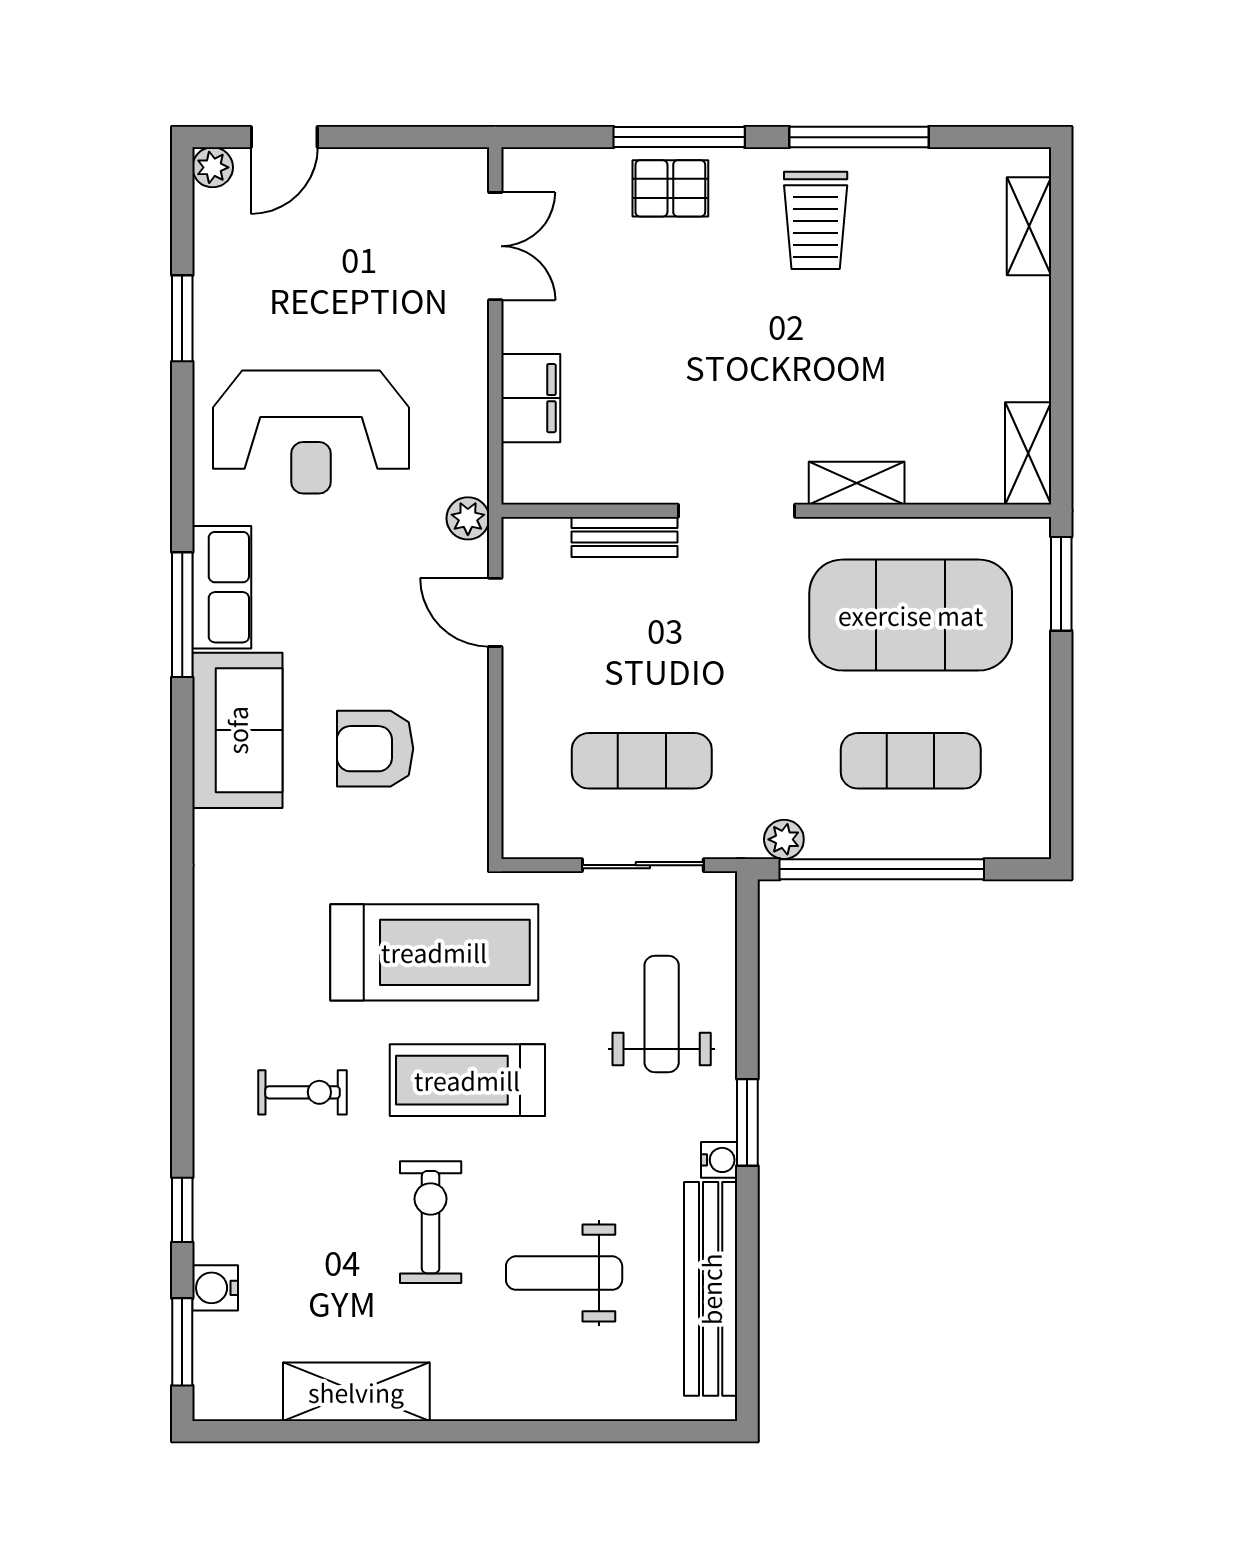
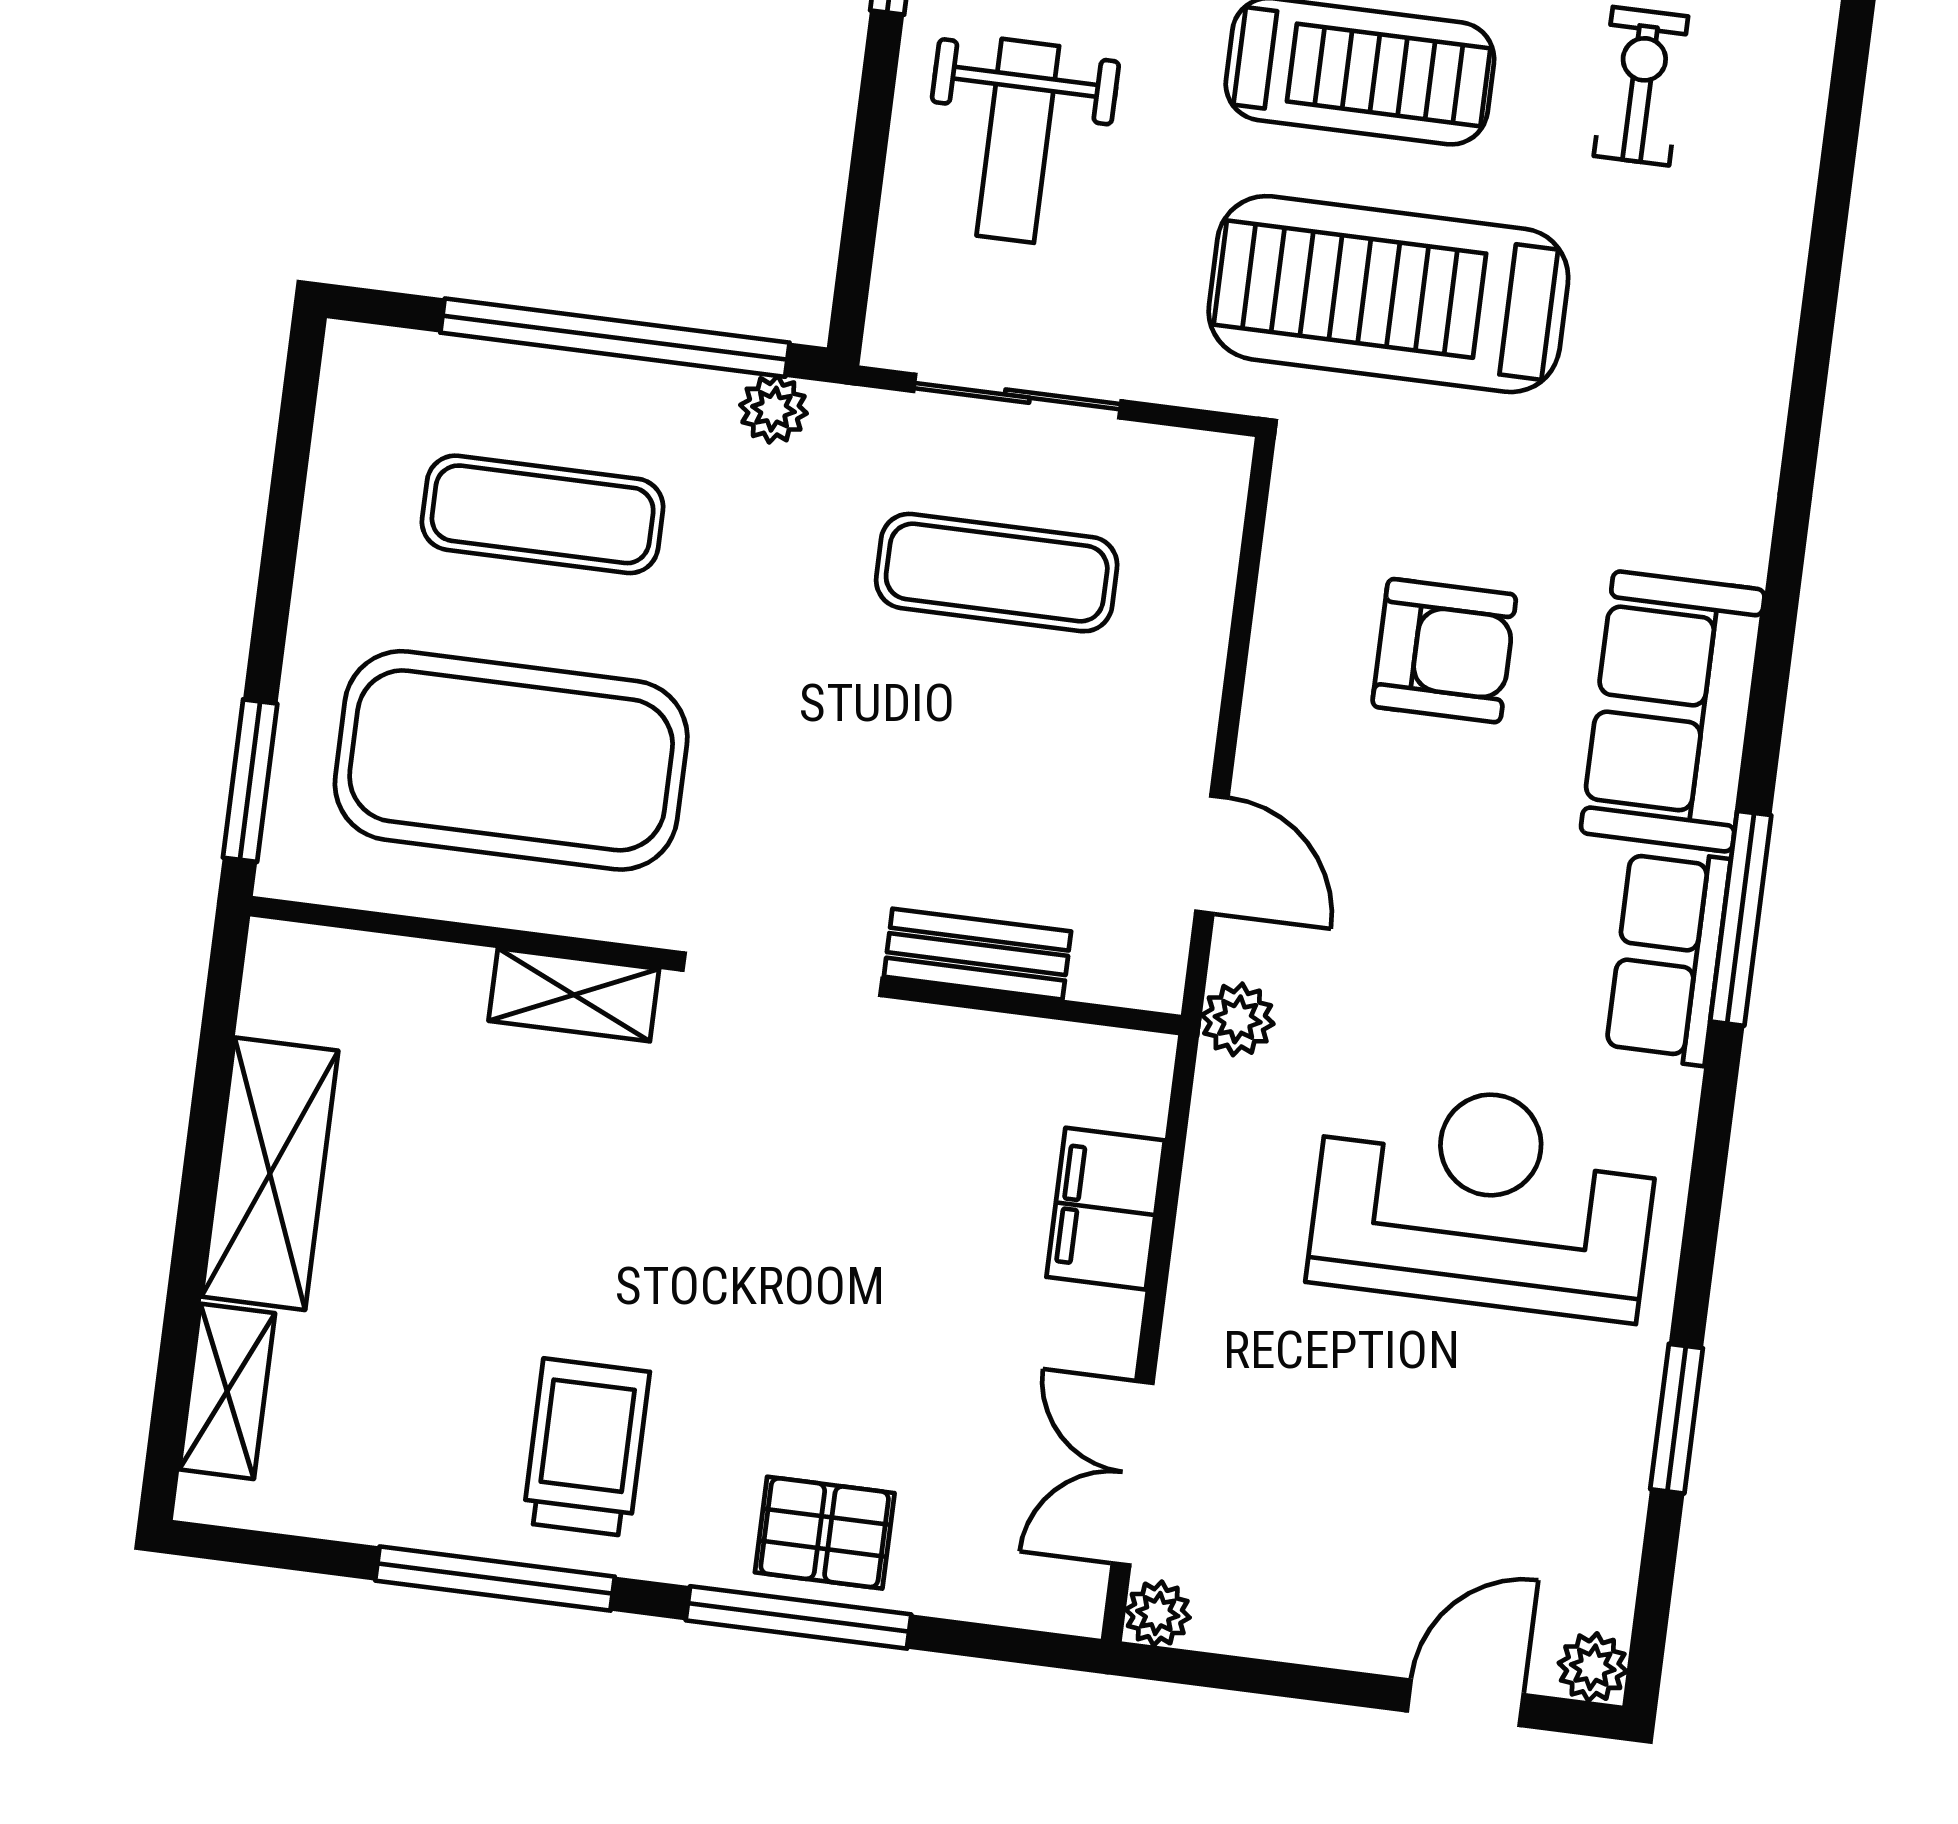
plant: (470, 166) -> (1158, 1613), added
shelving: (1028, 453) -> (270, 1174), moved, width x1.50, depth x1.33
exercise bike: (303, 1092) -> (1641, 86), turned 90

